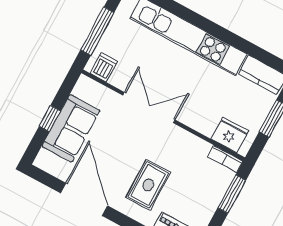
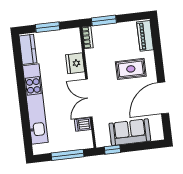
dishwasher: (104, 67) -> (83, 124), moved
window: (50, 119) -> (112, 150), moved
fridge: (230, 135) -> (75, 63), moved

